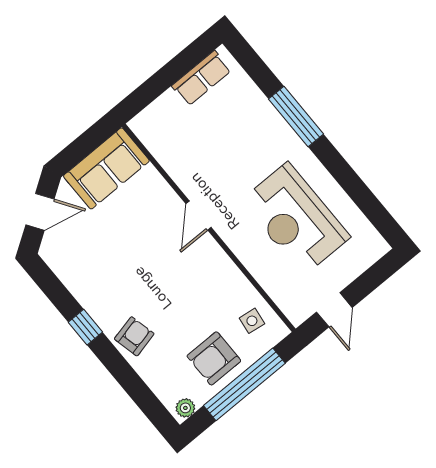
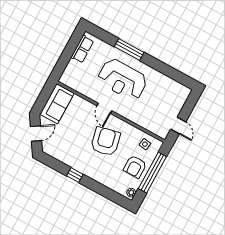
reception desk: (296, 219) -> (122, 80), moved
armchair: (134, 336) -> (106, 141), moved, width x1.88, depth x1.88

